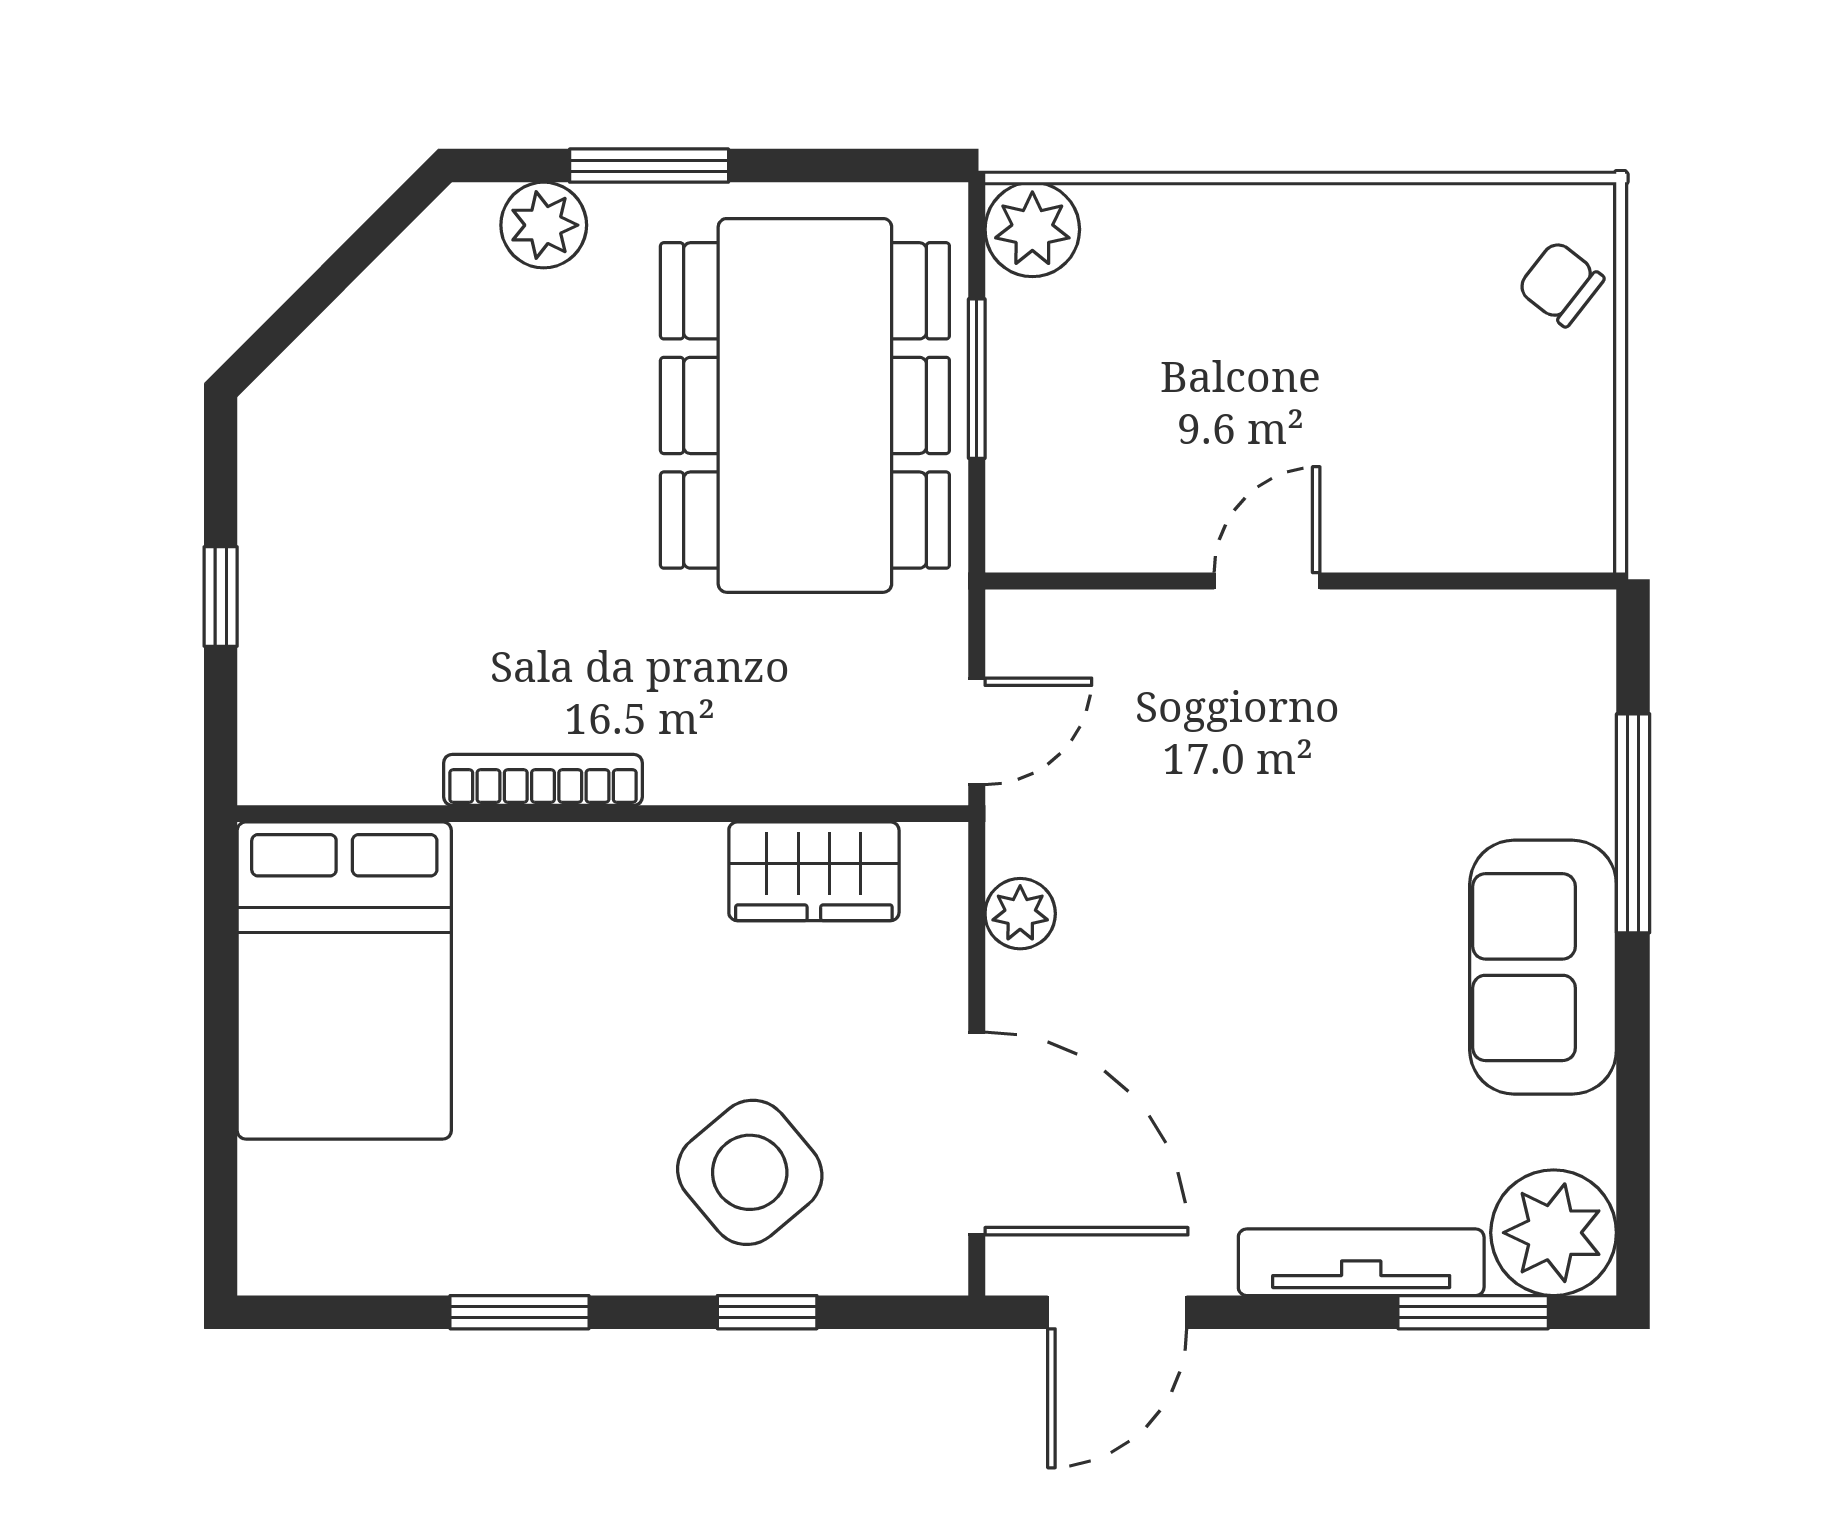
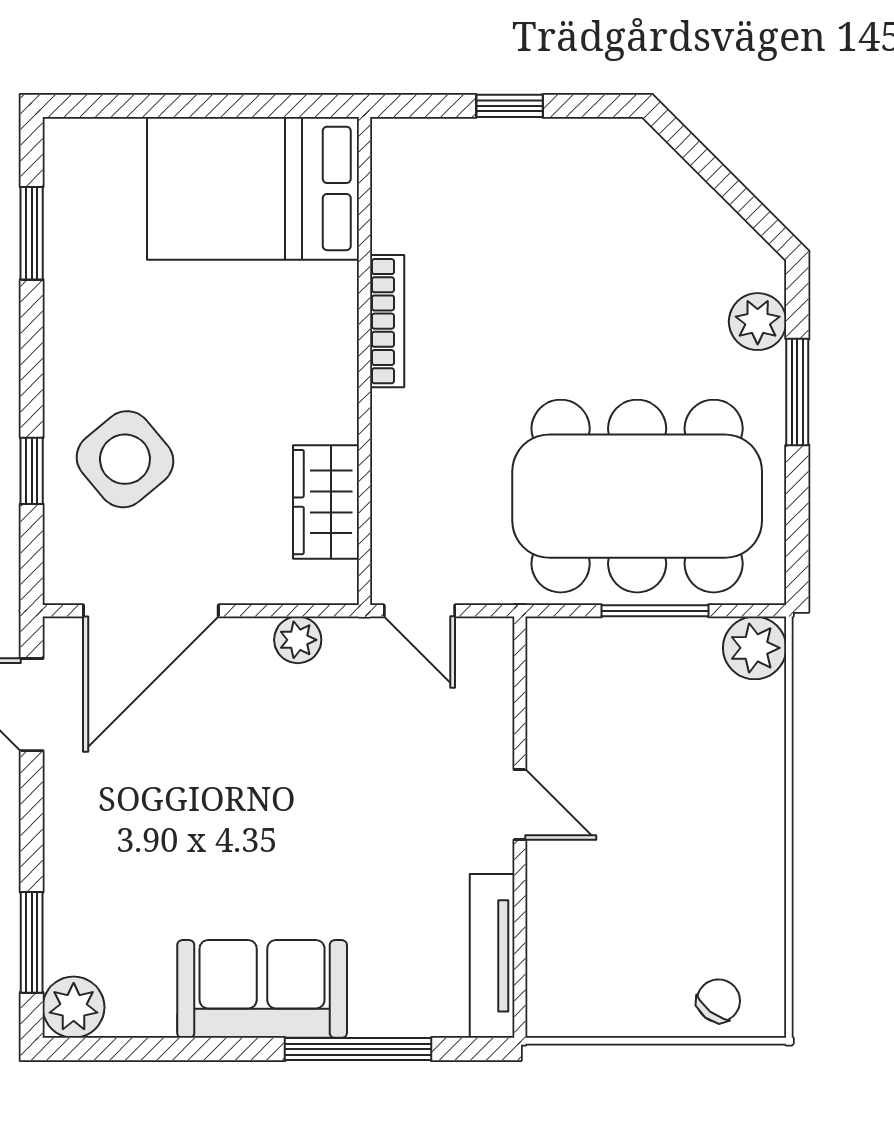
plant: (1554, 1233) -> (74, 1007), width x0.73, depth x0.73
tv unit: (1361, 1262) -> (492, 956), moved, turned 180
window: (520, 1312) -> (32, 233), moved

